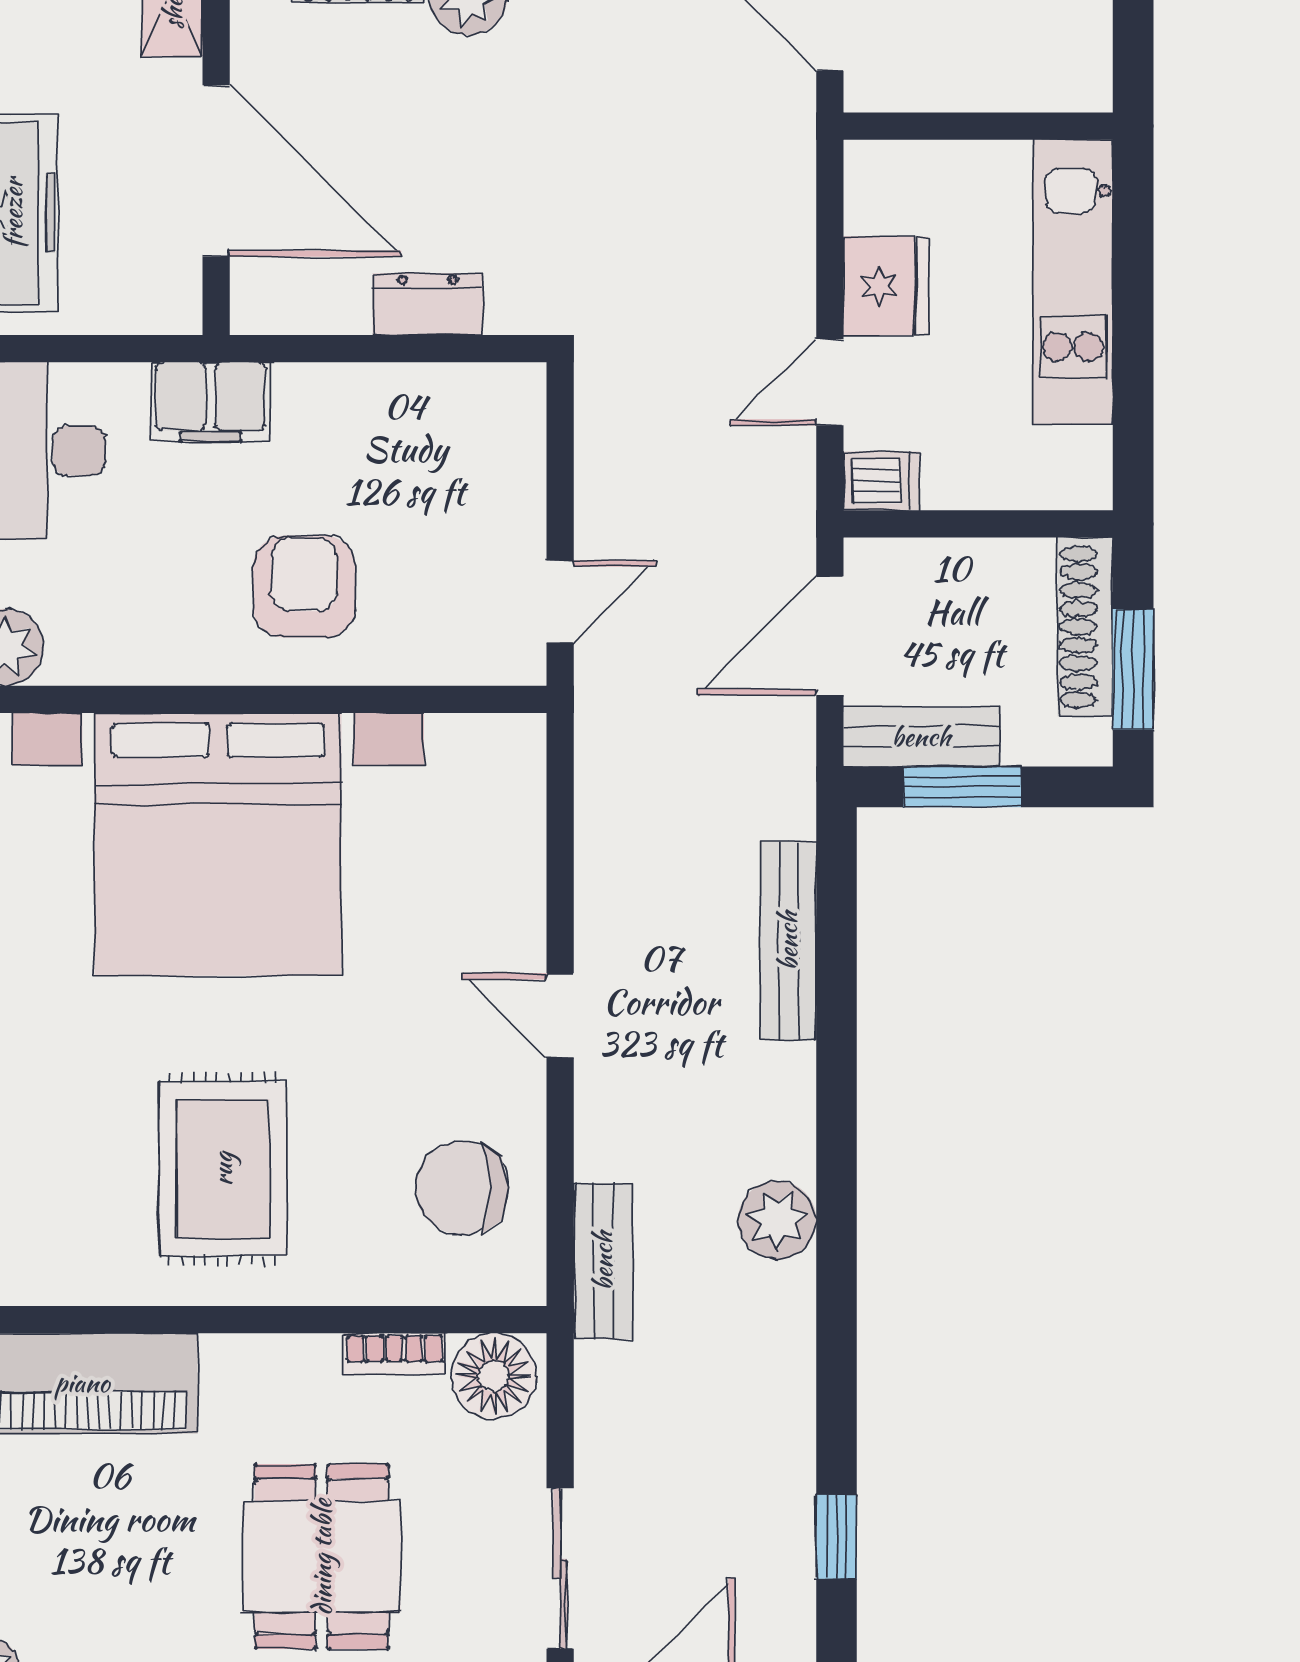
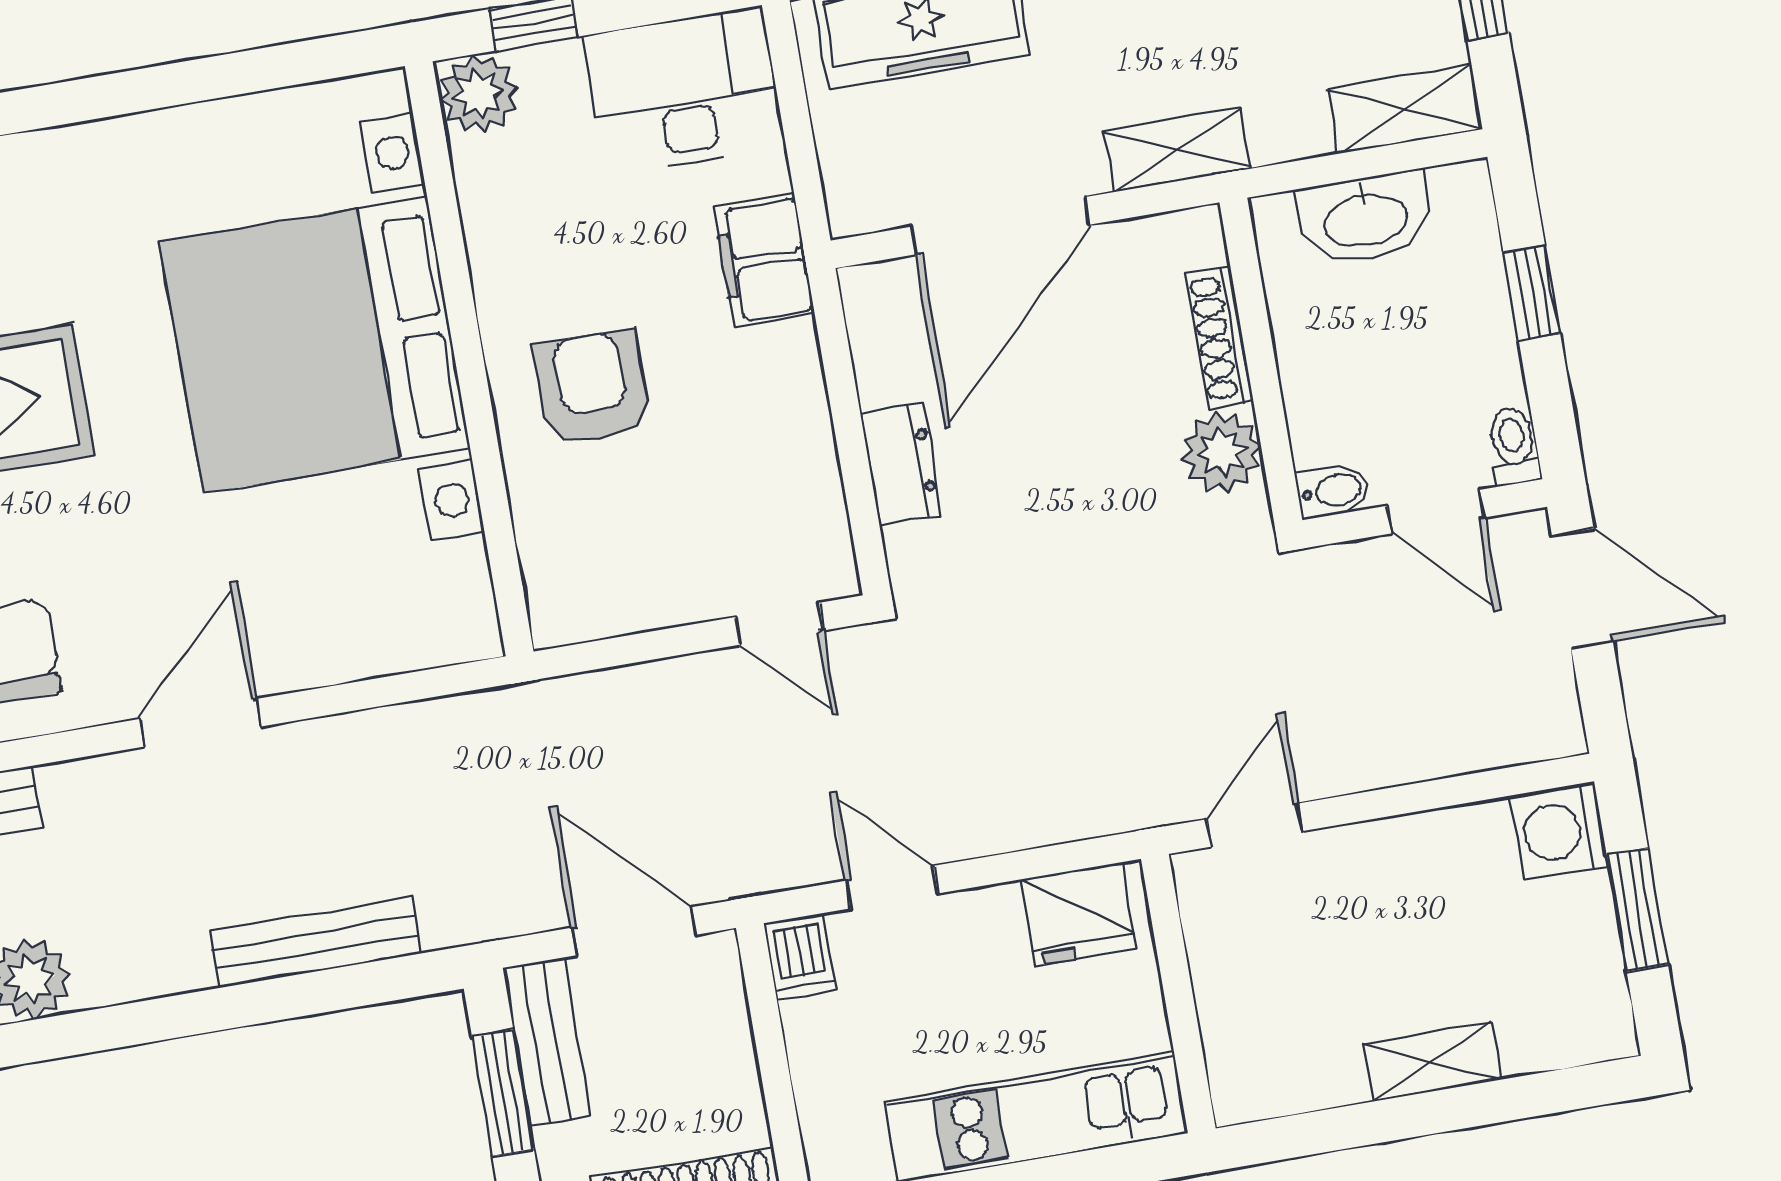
fridge: (886, 286) -> (1079, 914), moved
armchair: (304, 587) -> (592, 388), turned -90
door: (560, 602) -> (779, 624), moved
door: (560, 1015) -> (200, 723), width x1.38

